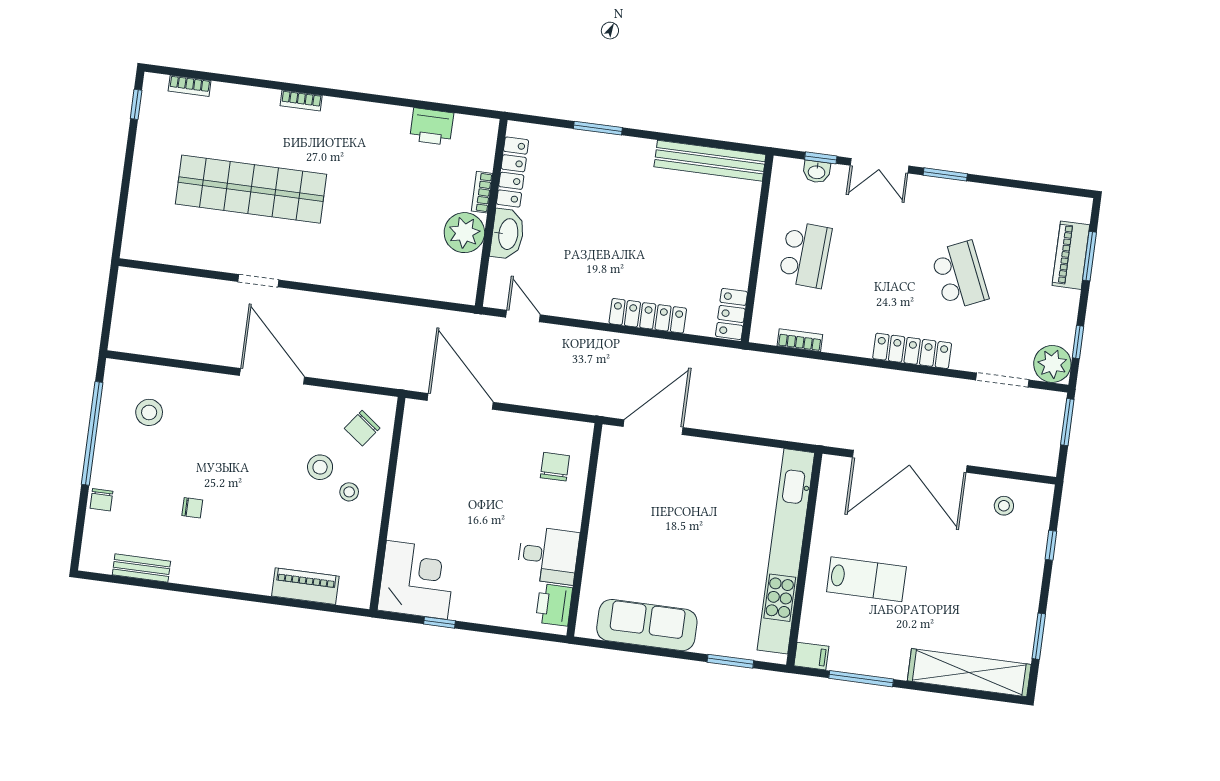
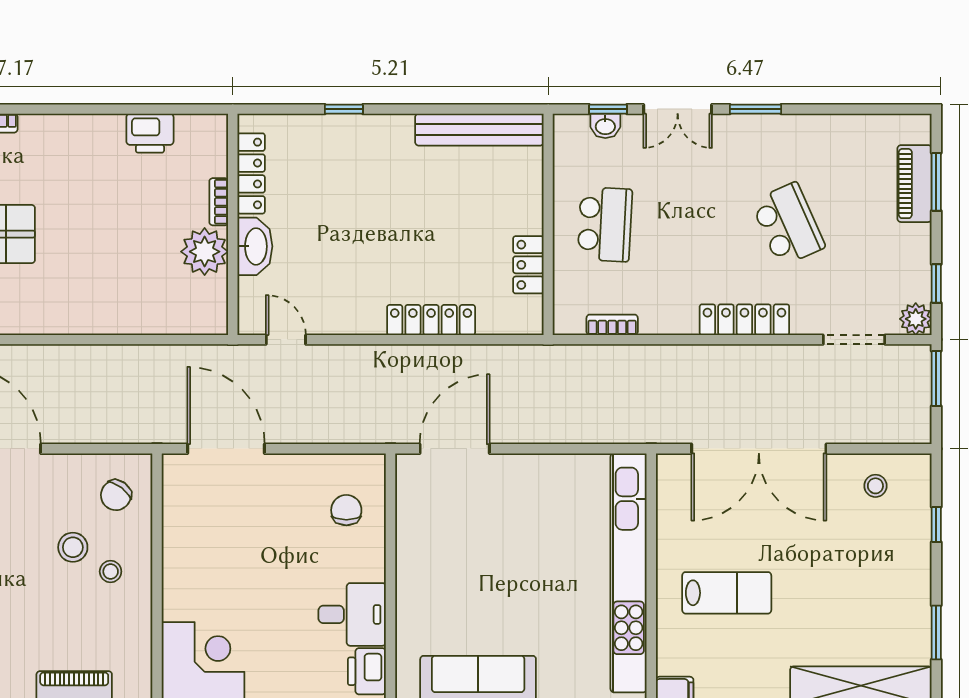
window: (598, 128) -> (344, 109), width x0.67
locker: (731, 314) -> (528, 265), moved
plant: (1052, 364) -> (916, 319), width x0.73, depth x0.73

